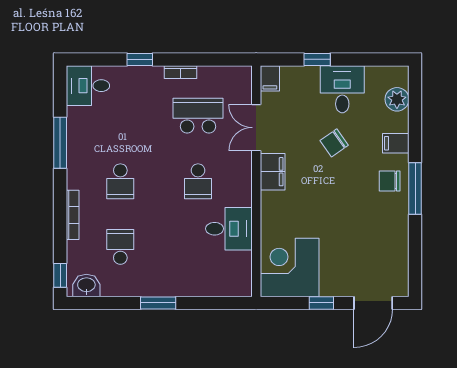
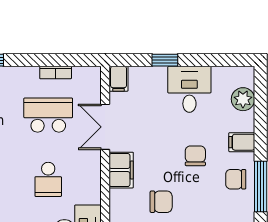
bookcase: (180, 72) -> (56, 73), moved
chair: (334, 143) -> (195, 156), moved, turned 125
chair: (313, 204) -> (161, 202), added

